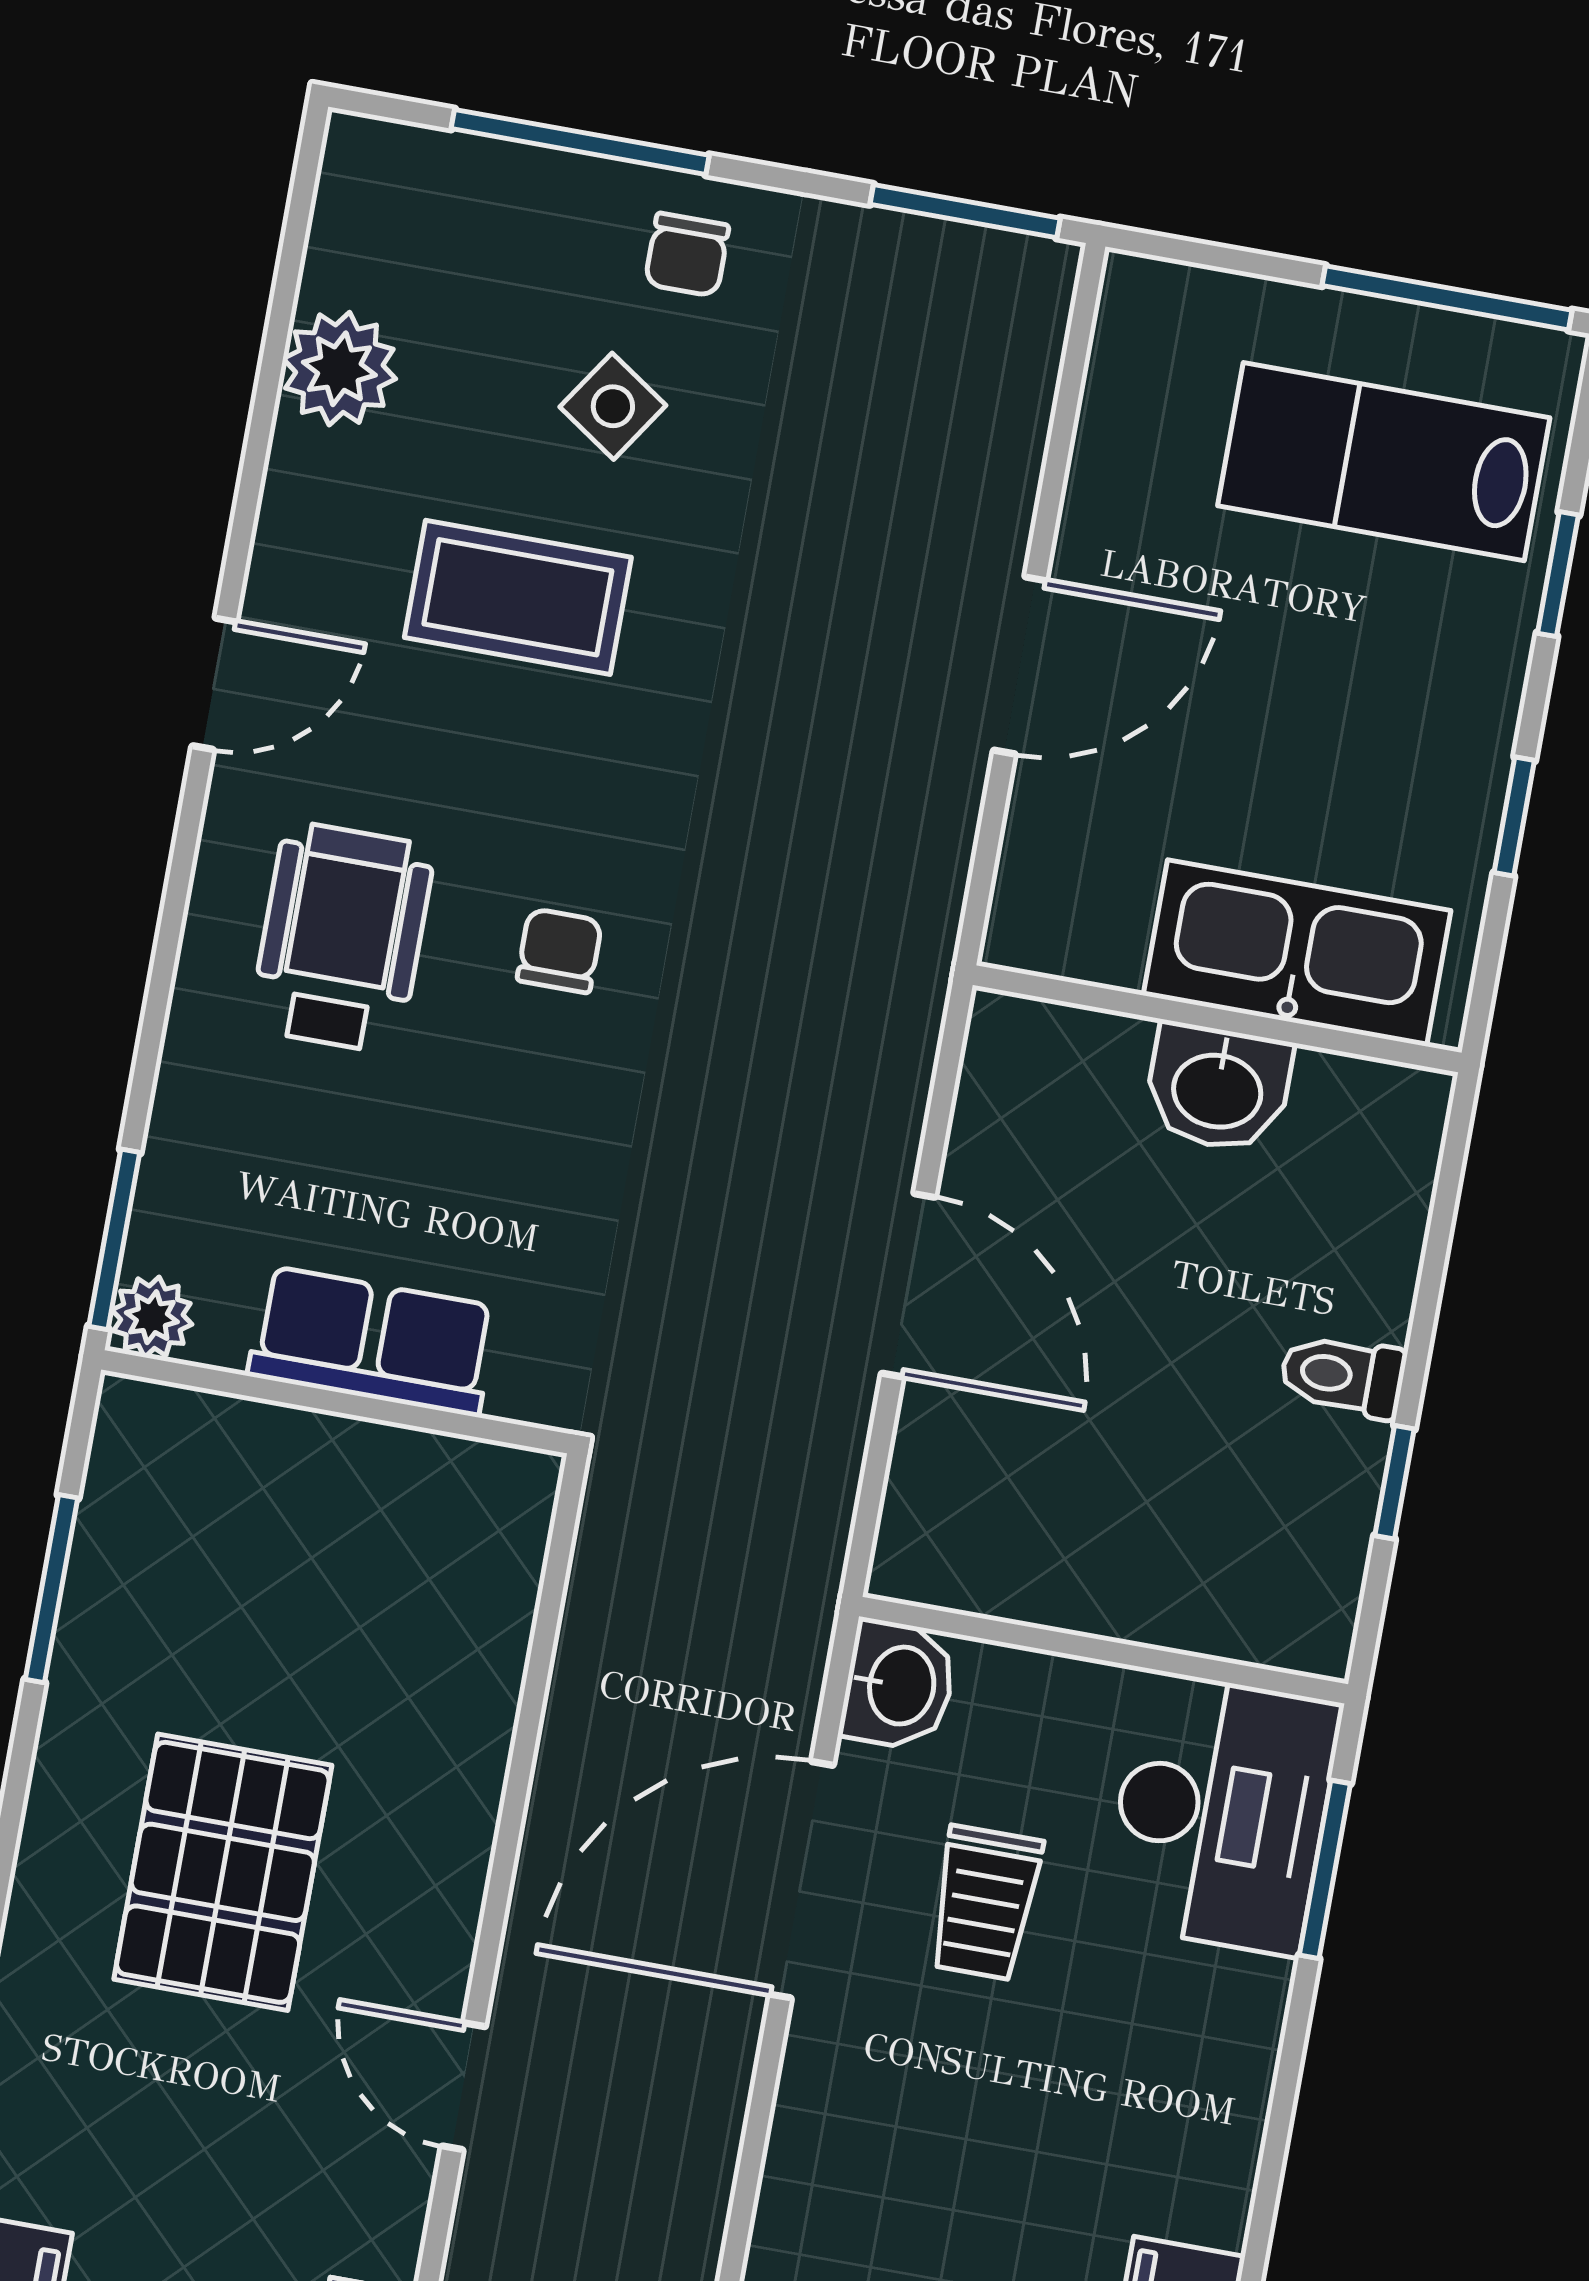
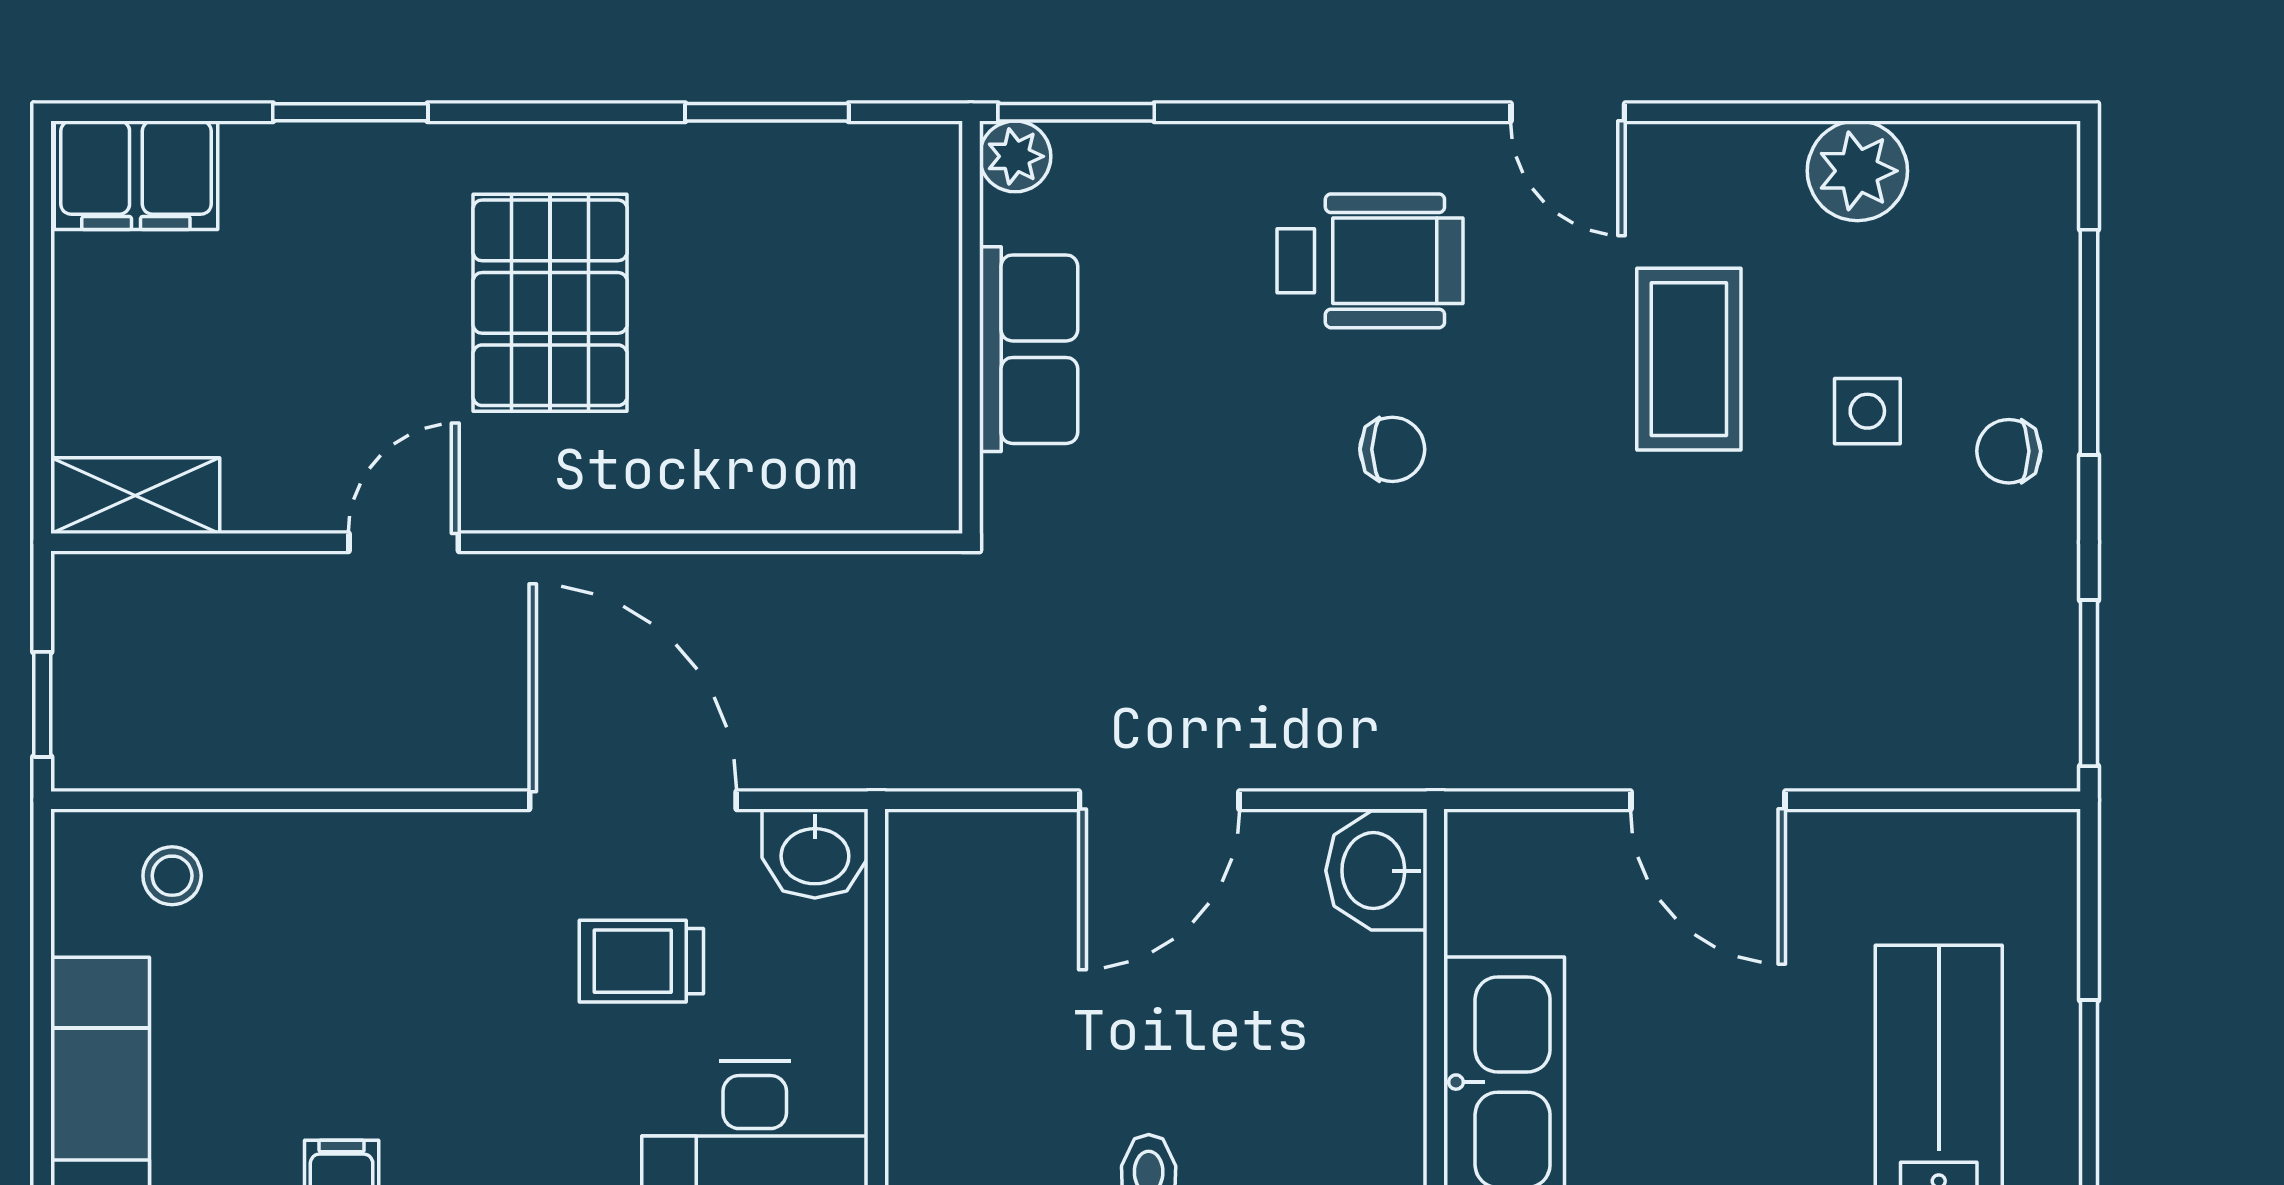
side table: (613, 406) -> (1867, 411), turned -34
washbasin: (1218, 1088) -> (1376, 871), moved
pallet: (223, 1872) -> (550, 303), turned 90

